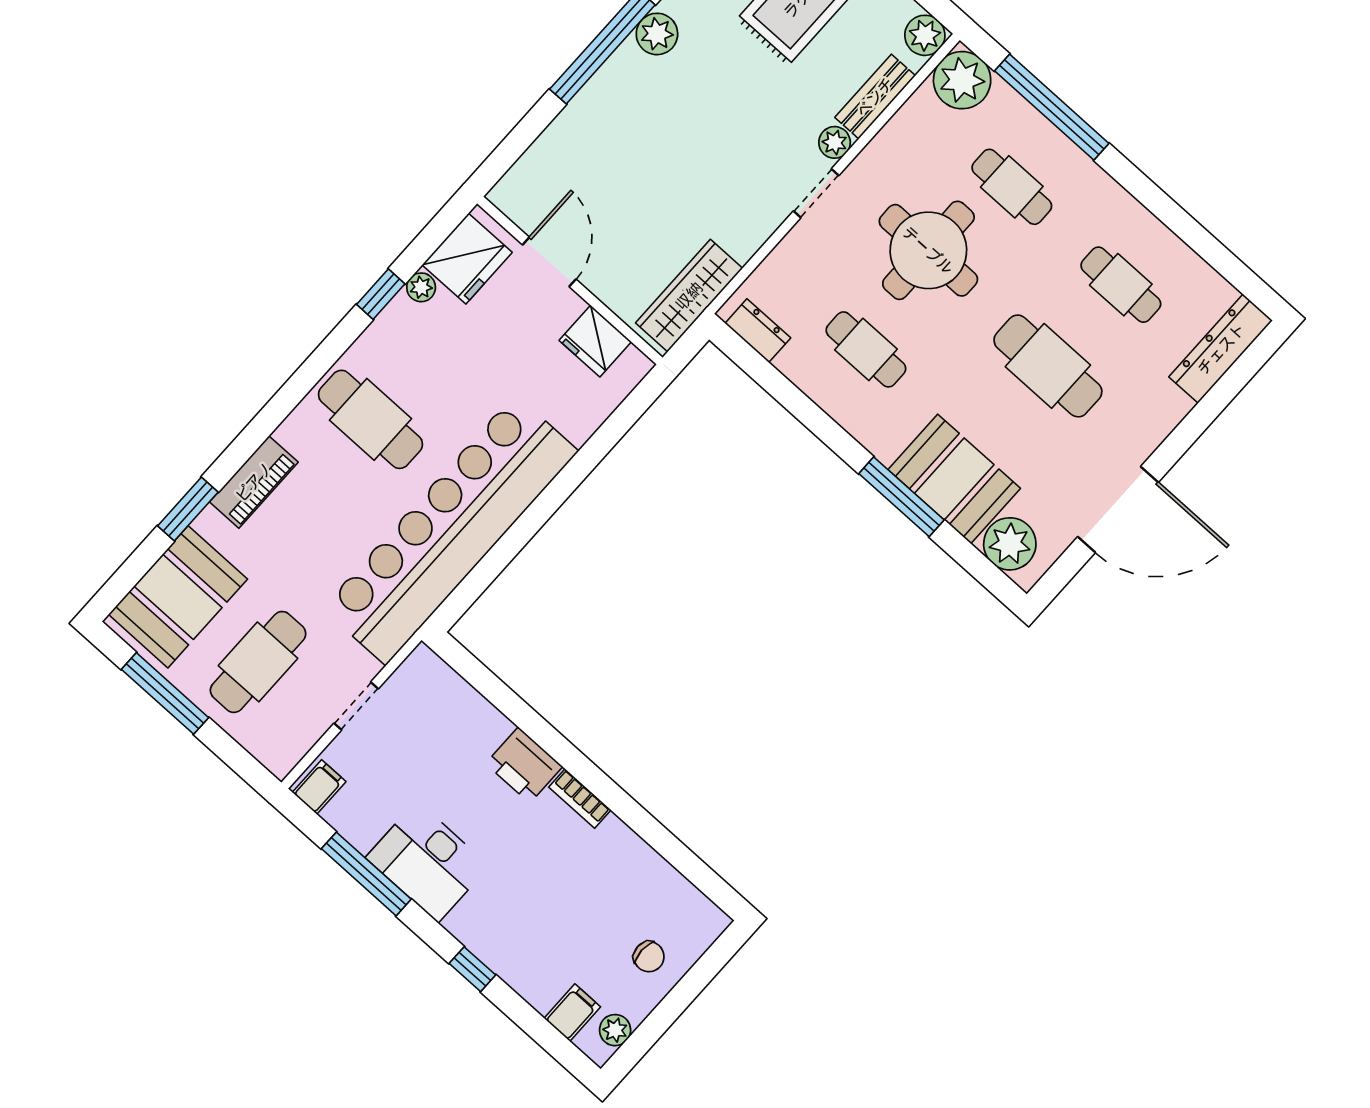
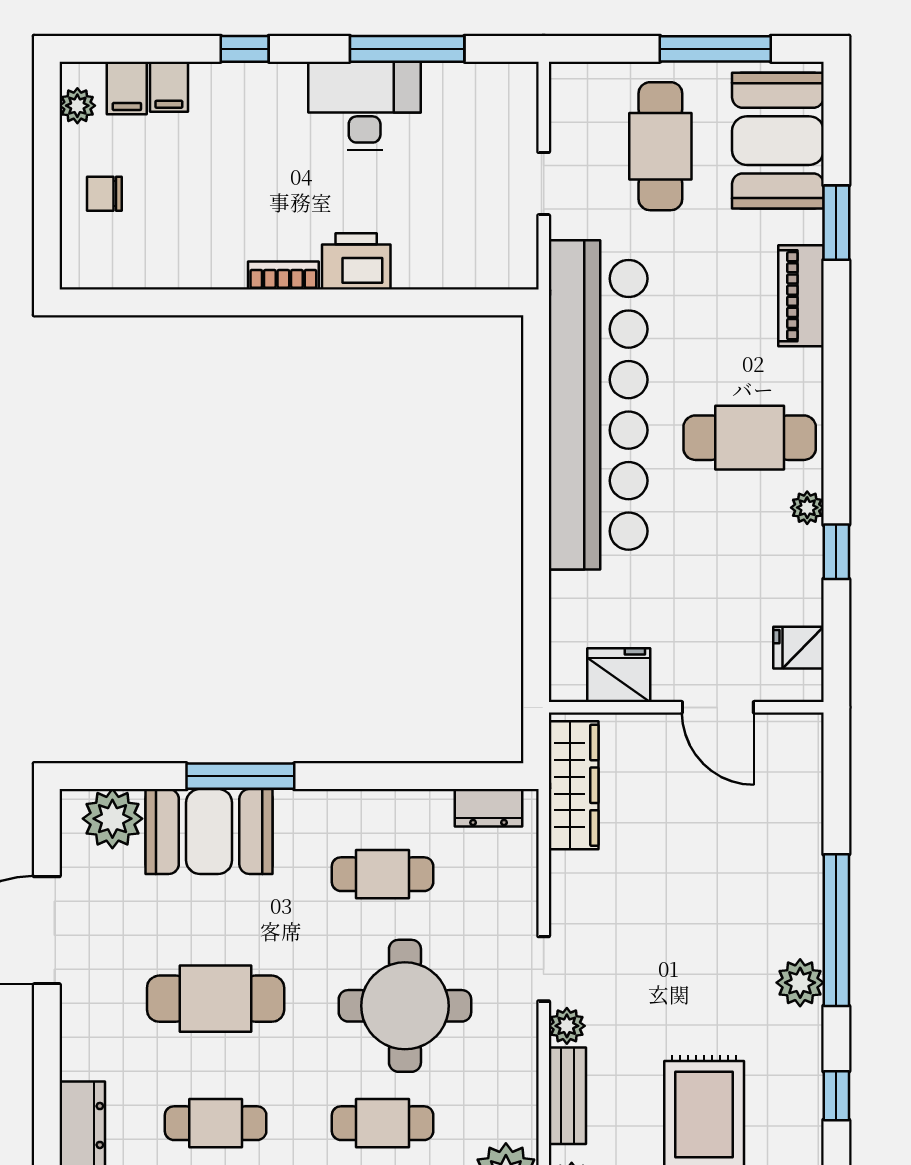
fridge: (467, 259) -> (799, 648), width x0.53, depth x0.75
plant: (421, 287) -> (807, 508), moved
filing cabinet: (319, 787) -> (169, 87), moved

